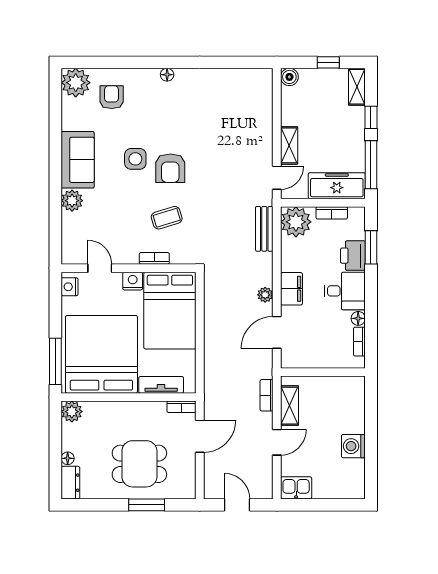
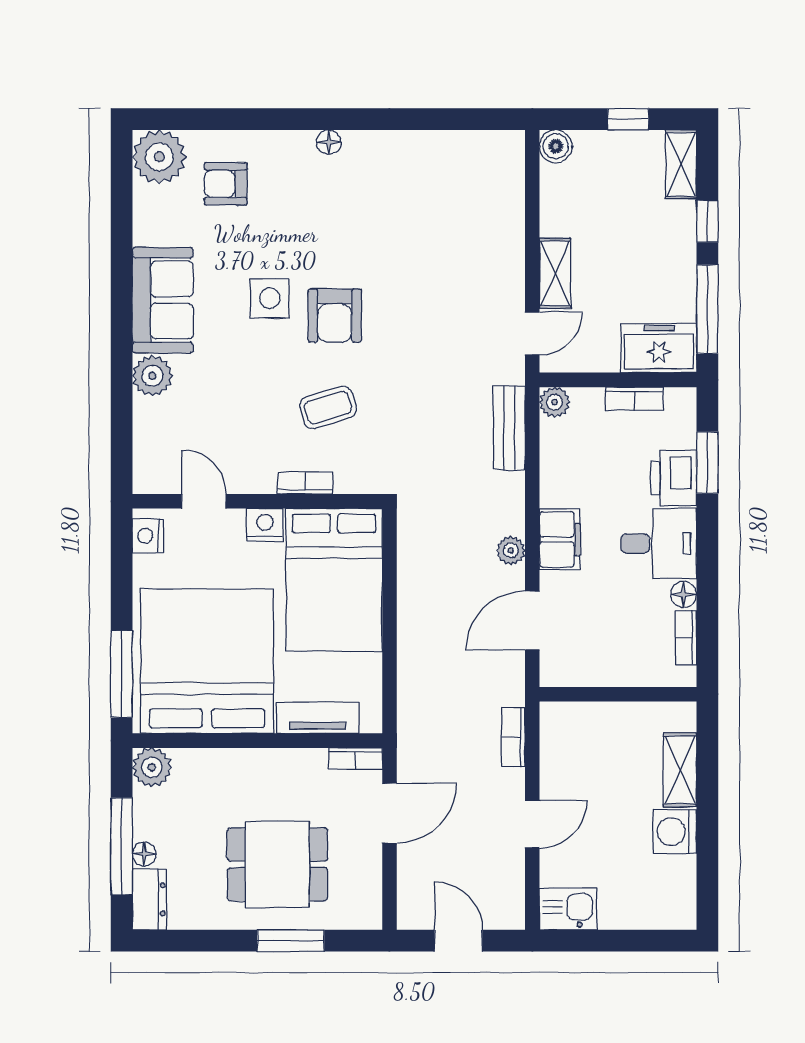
armchair: (112, 97) -> (226, 184), turned -90
freezer: (337, 186) -> (659, 348), width x0.71
plant: (296, 222) -> (555, 402), width x0.53, depth x0.53
shelving: (289, 406) -> (680, 770), moved
window: (55, 454) -> (122, 846), added

